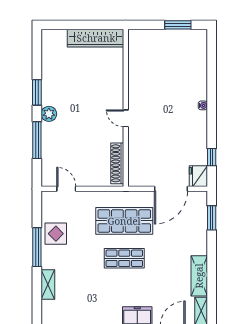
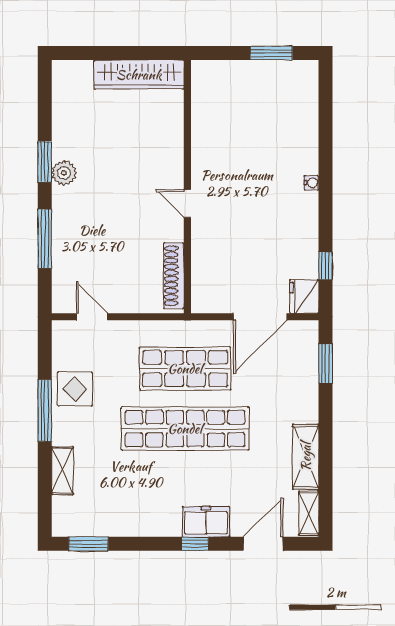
plant: (49, 114) -> (64, 173), moved
shop shelf: (124, 258) -> (185, 429), width x2.00, depth x1.36

